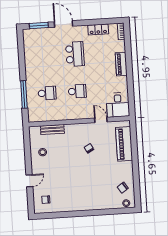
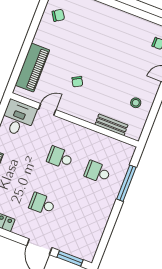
school desk: (75, 54) -> (42, 204), width x0.54
door: (101, 120) -> (47, 110), swing flipped

